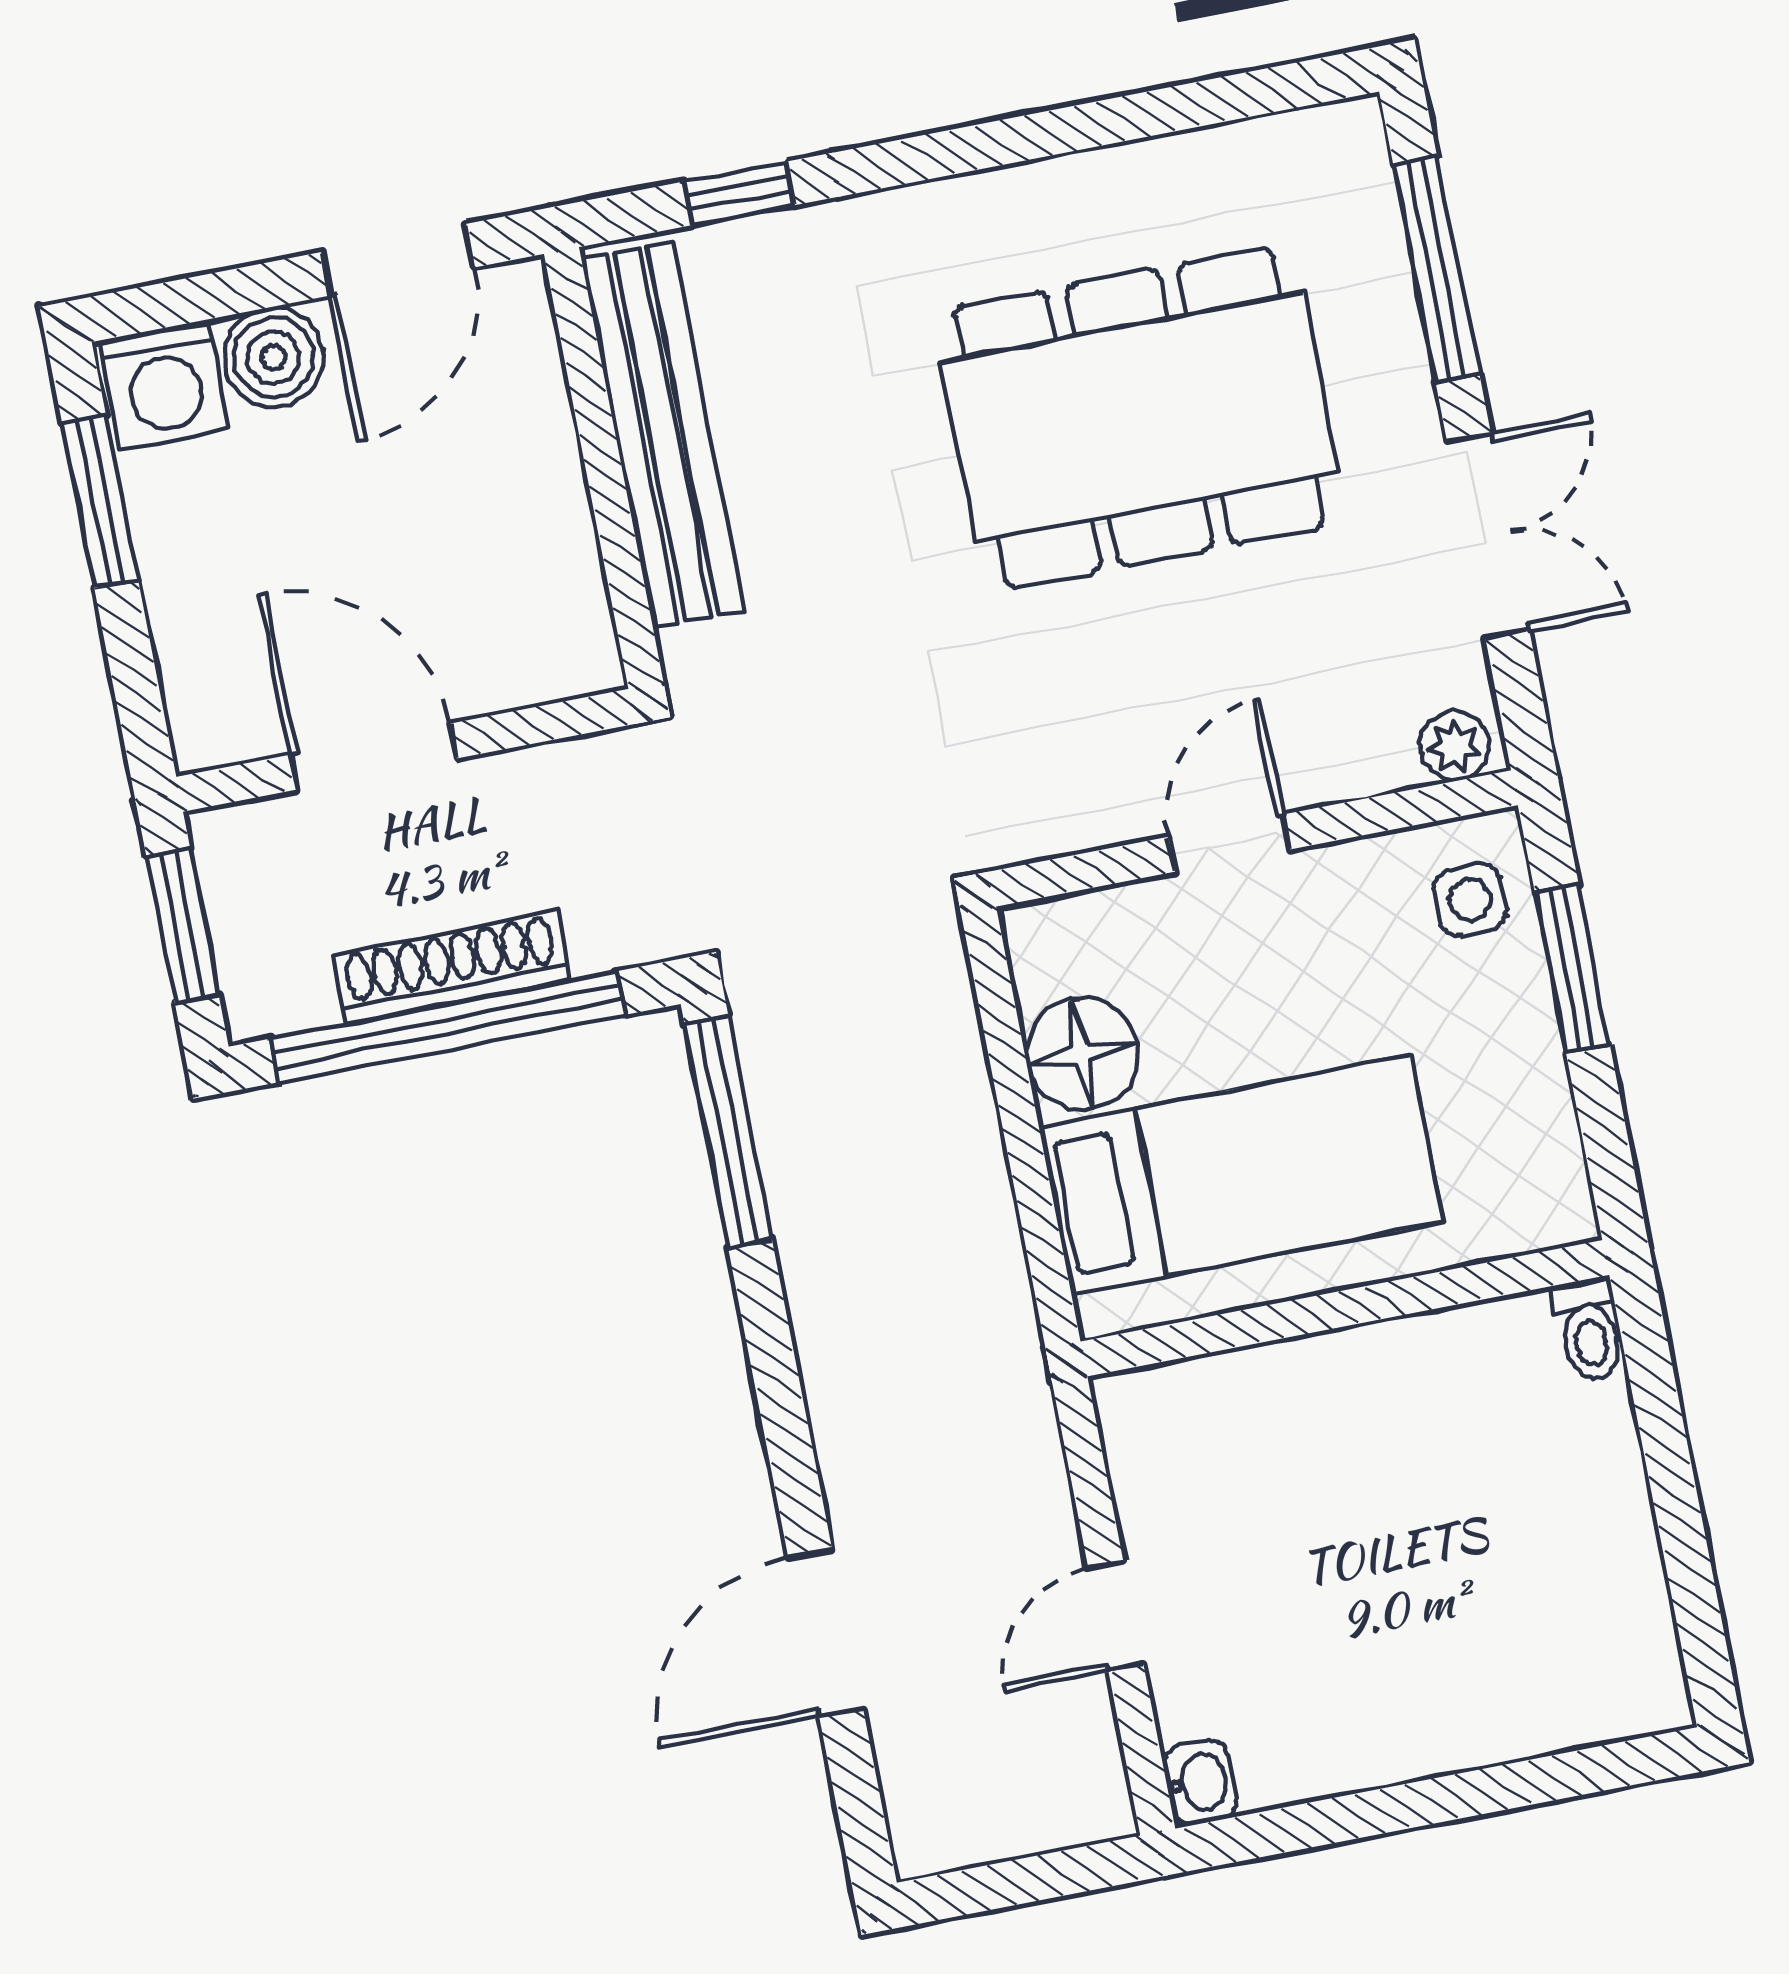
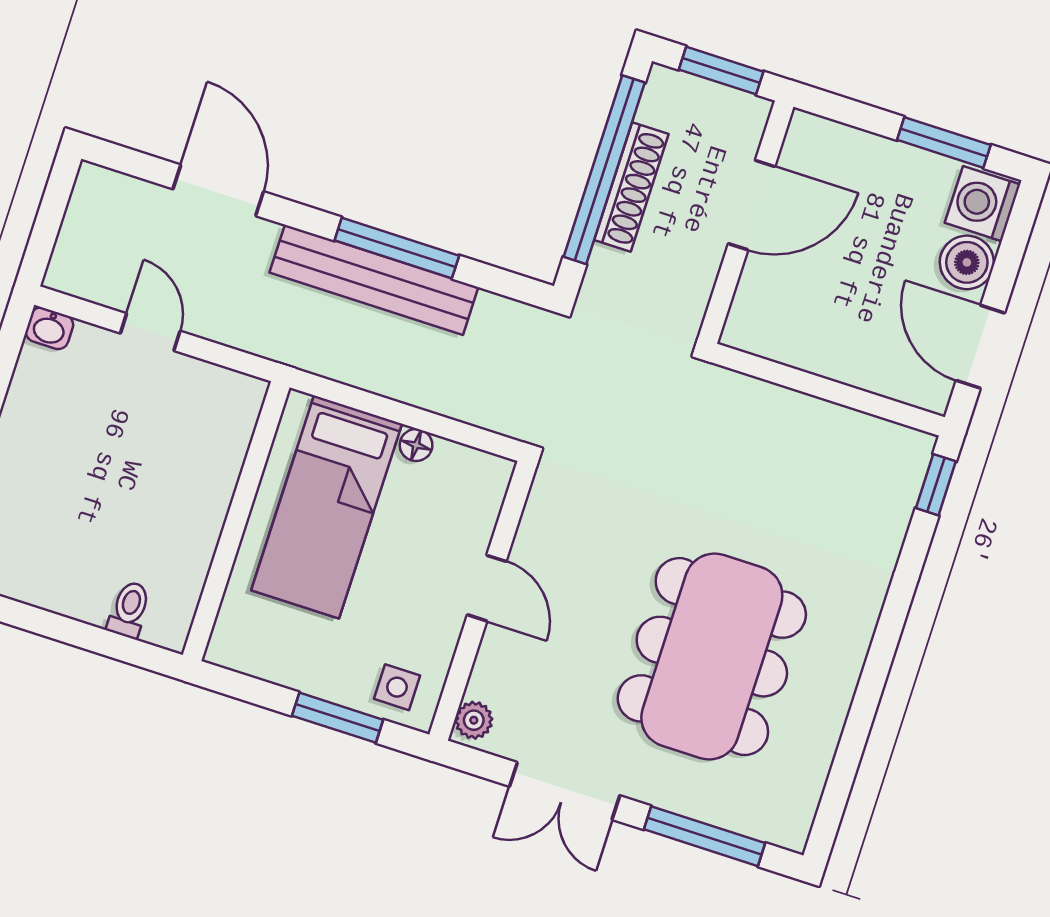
window: (739, 193) -> (936, 485), moved
bench: (663, 434) -> (374, 280), moved
floor lamp: (1082, 1054) -> (416, 445), width x0.53, depth x0.53
window: (728, 1131) -> (397, 248), moved
toilet: (1589, 1329) -> (129, 610), moved, turned 90

